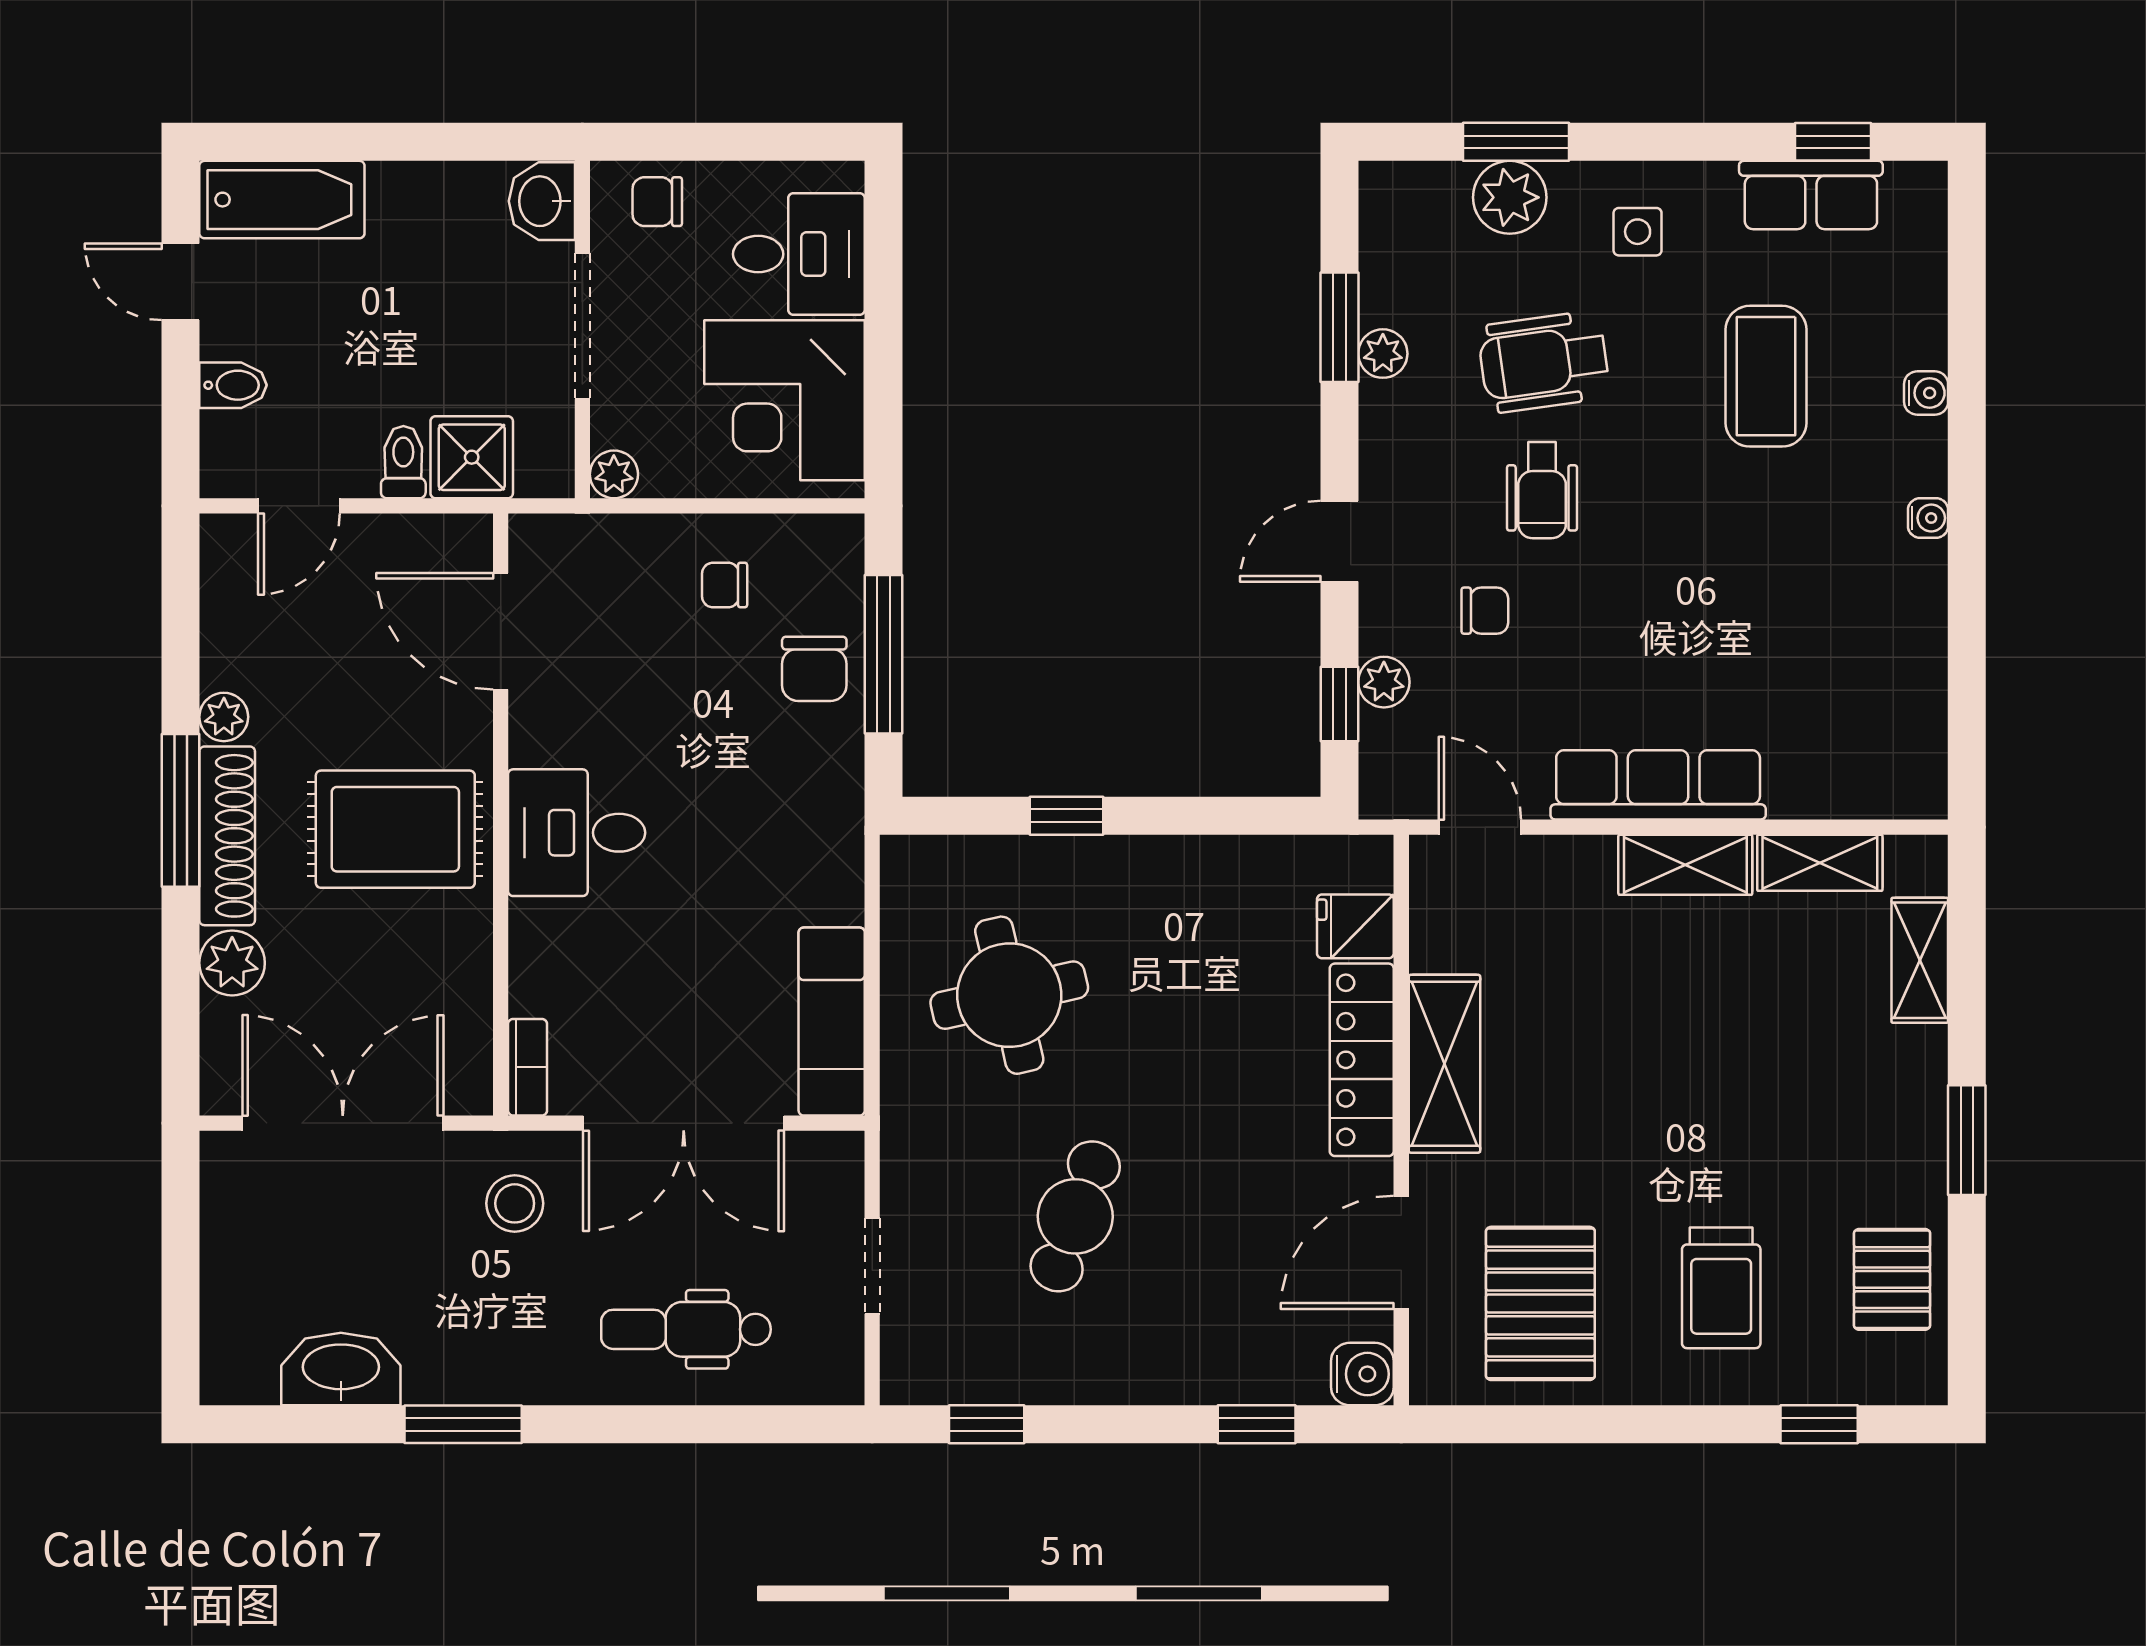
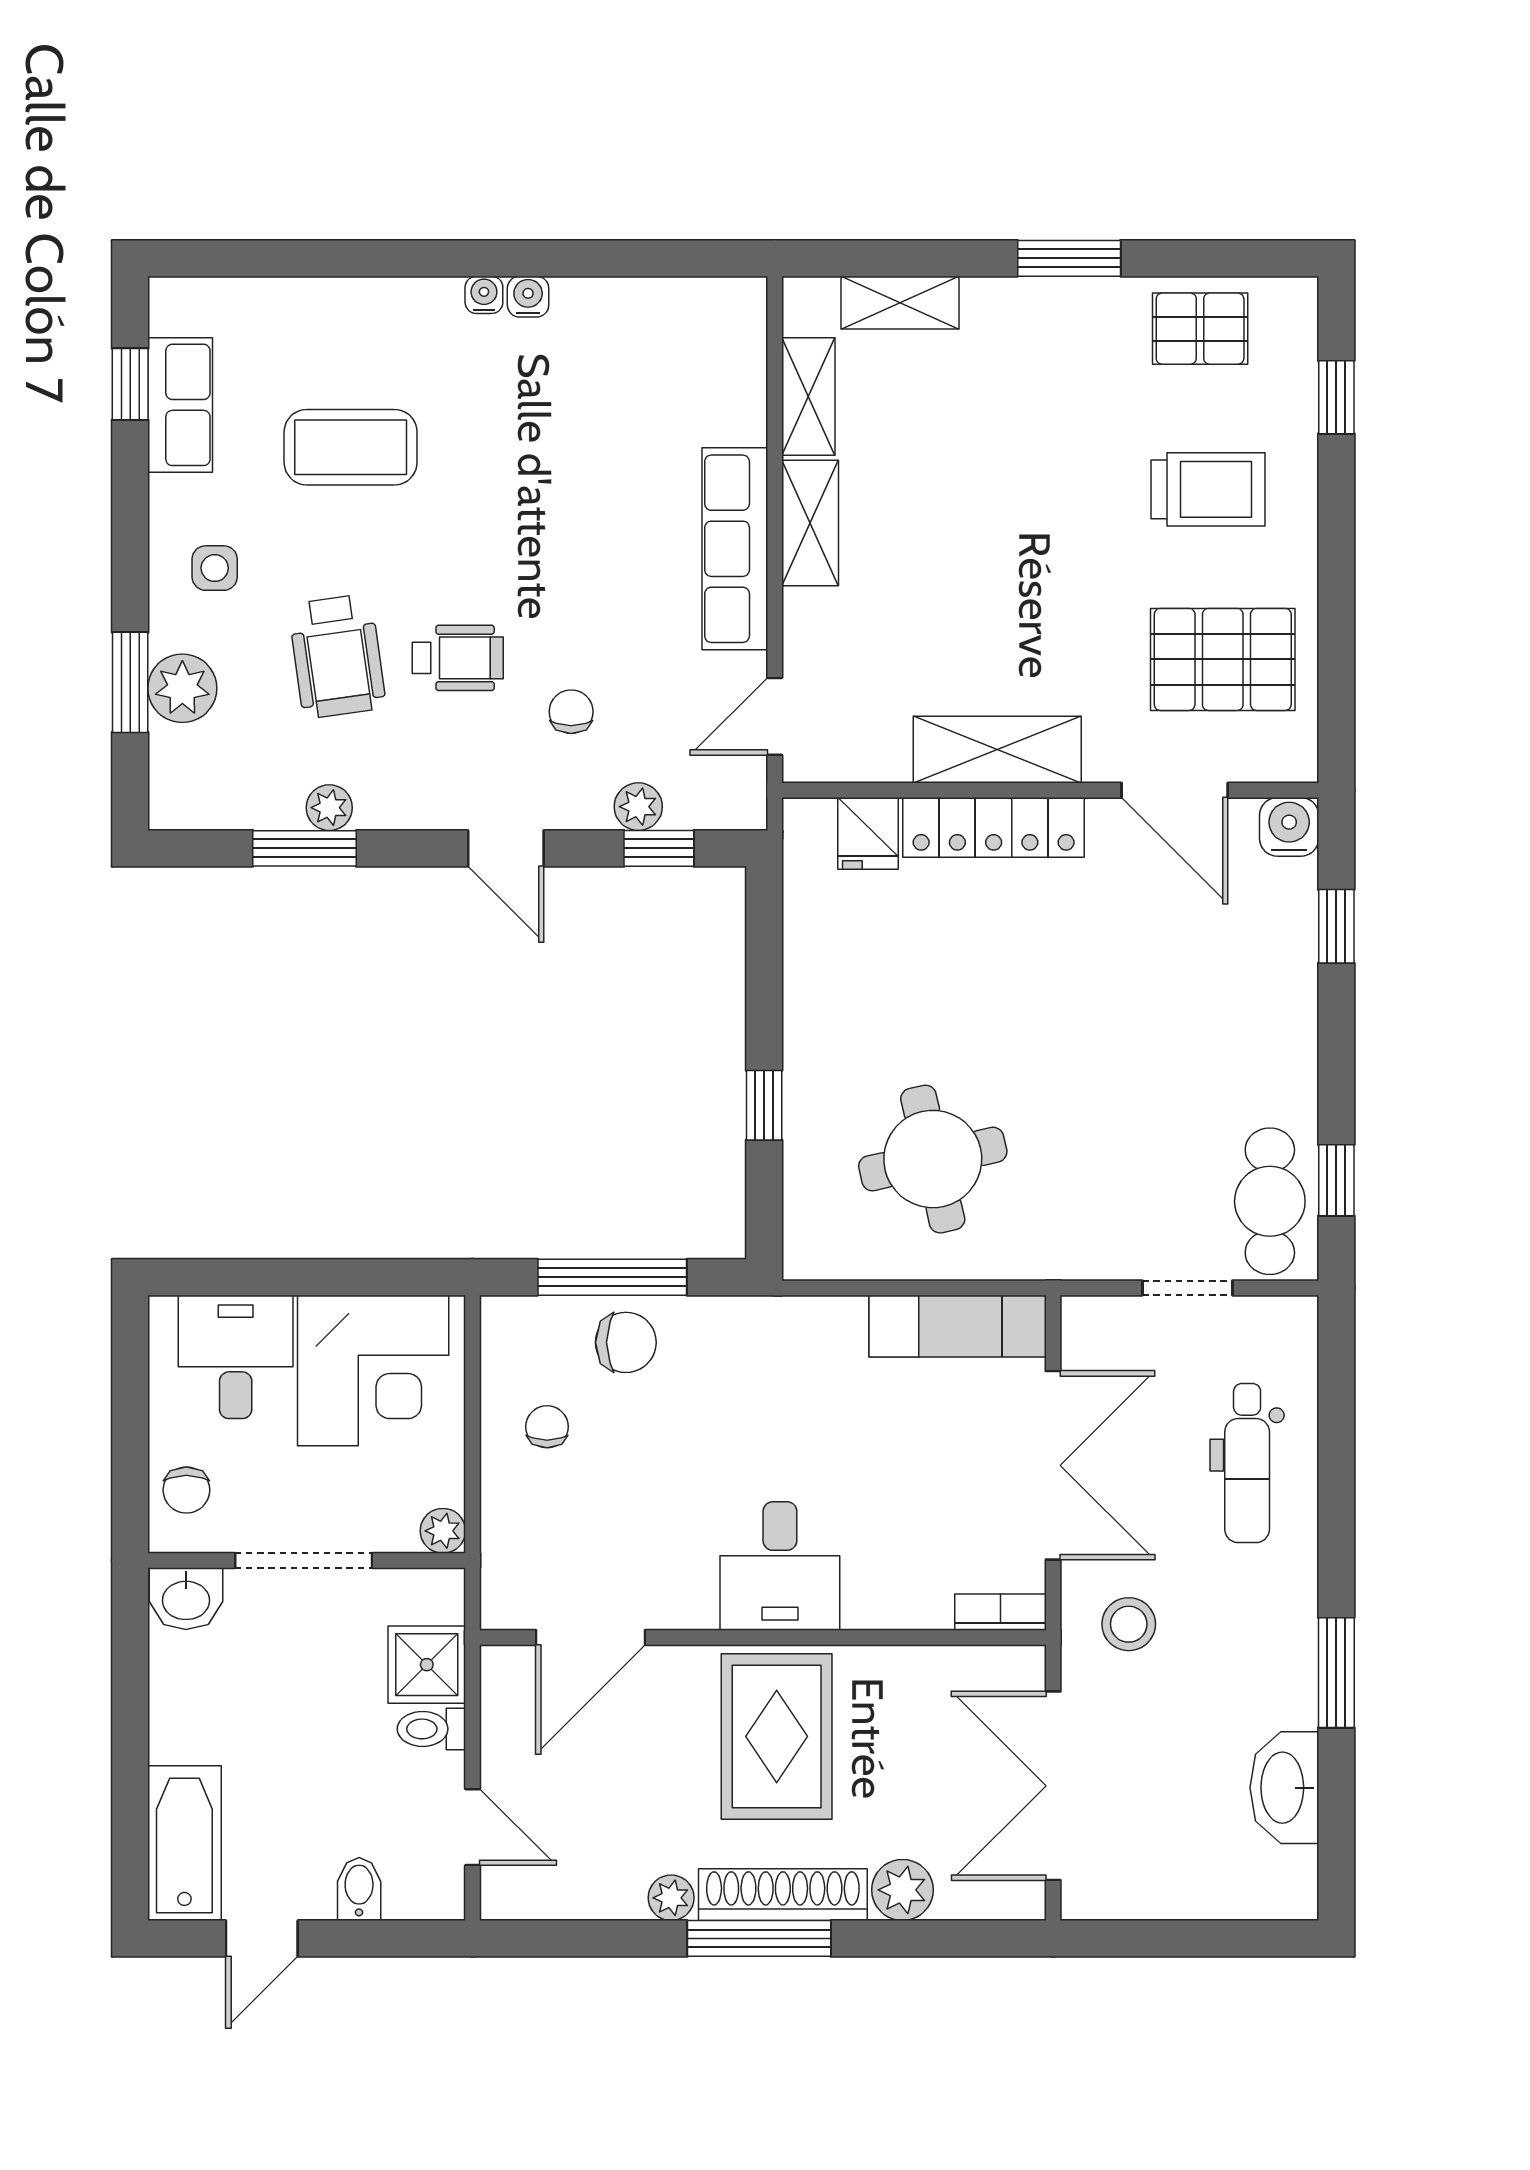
water cooler: (1926, 393) -> (528, 297), moved
chair: (725, 585) -> (547, 1427), turned 180
cafe table: (1075, 1216) -> (1270, 1201), moved, turned 70

